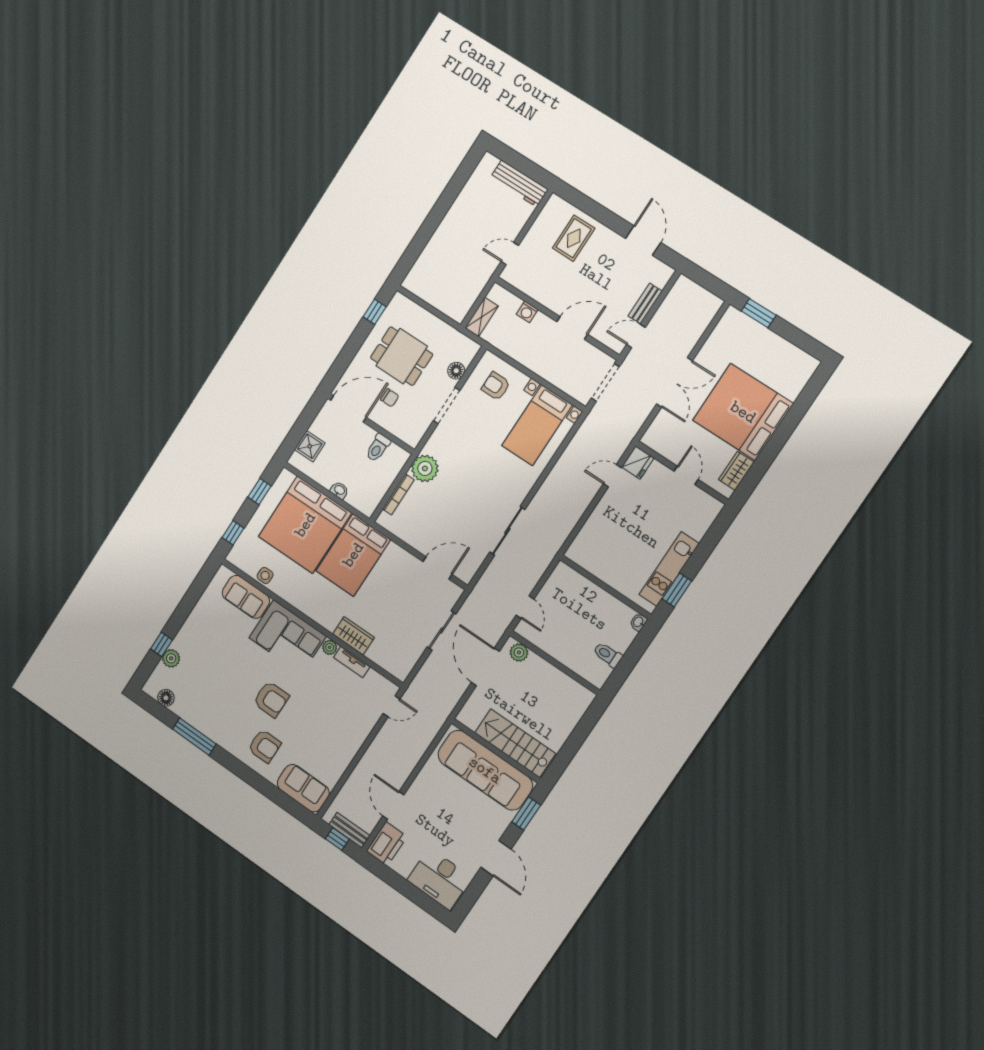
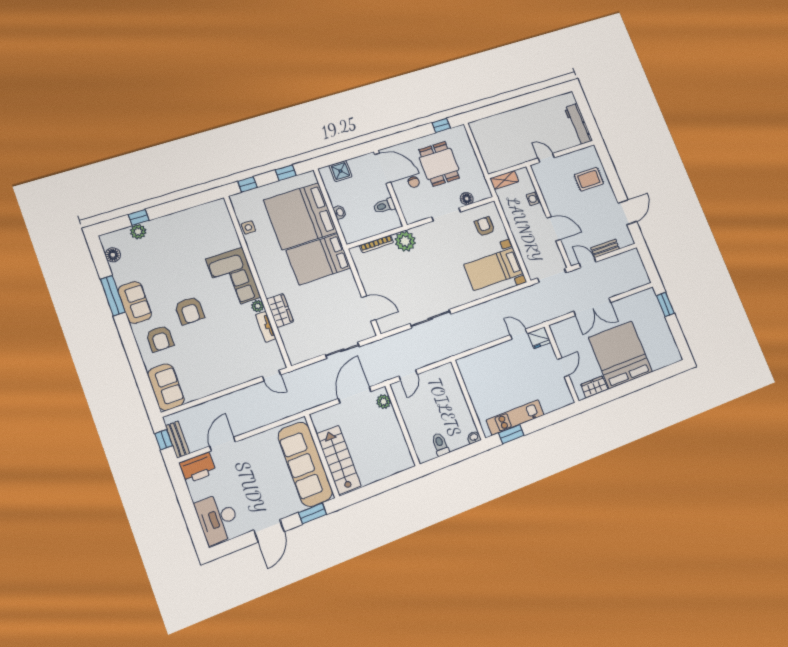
sofa: (246, 597) -> (135, 302), moved, turned 180

